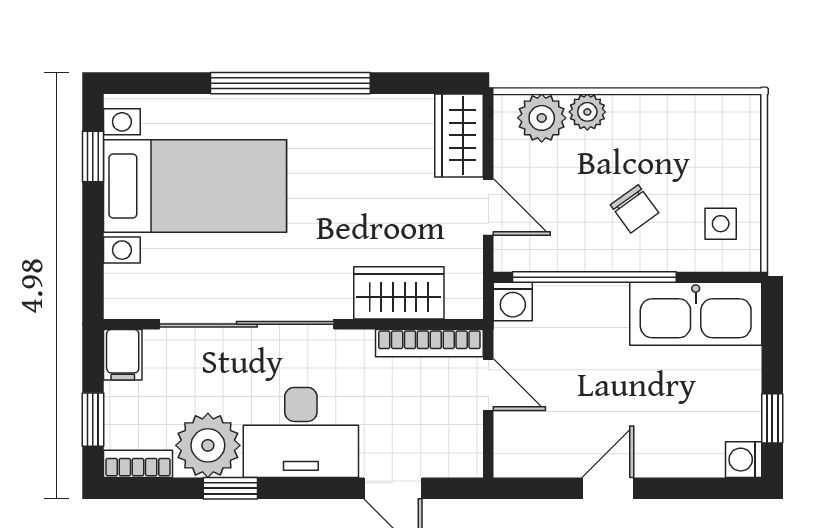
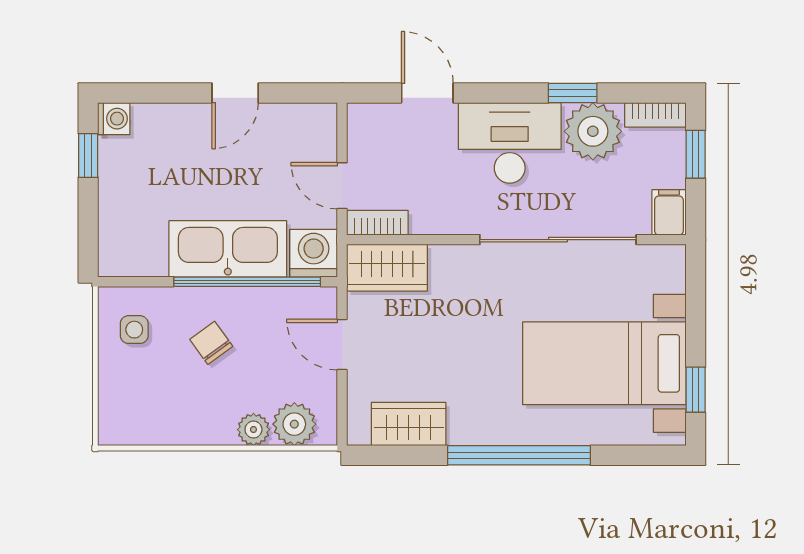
wardrobe: (459, 135) -> (409, 424), moved, turned -90
wardrobe: (399, 293) -> (387, 268), moved
washing machine: (513, 302) -> (314, 253), width x1.38, depth x1.38
kitchen sink: (696, 314) -> (228, 249), moved
bookcase: (429, 343) -> (377, 223), width x0.64

